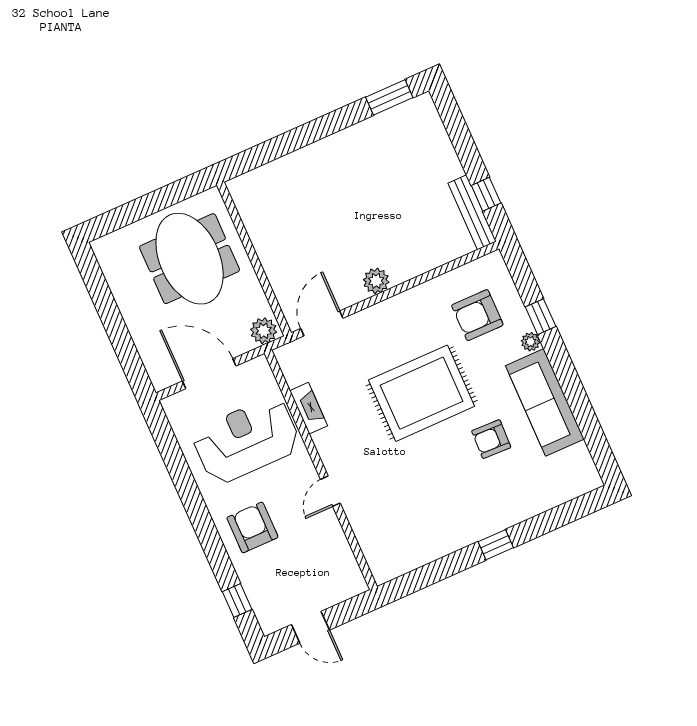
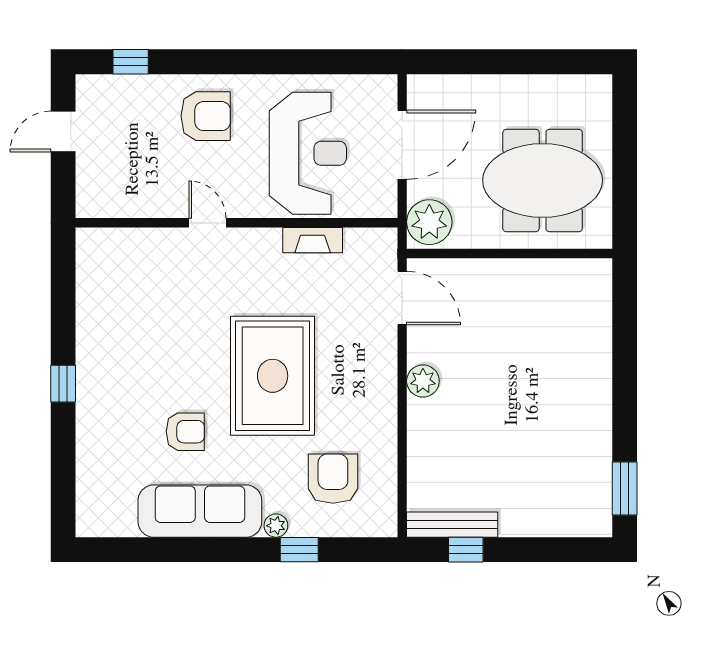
plant: (264, 331) -> (429, 222), width x1.36, depth x1.36
armchair: (491, 439) -> (185, 432), turned 88

